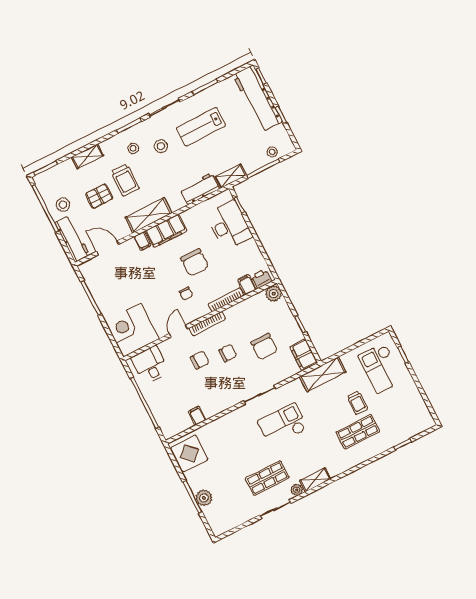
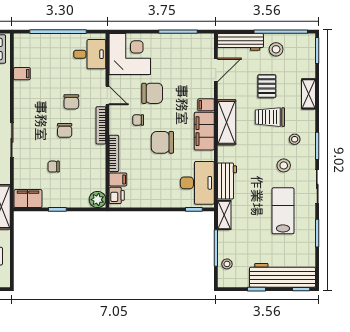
desk: (229, 225) -> (197, 183), moved, turned -90
chair: (156, 293) -> (152, 93), added
chair: (264, 347) -> (54, 167), width x0.54, depth x0.54

